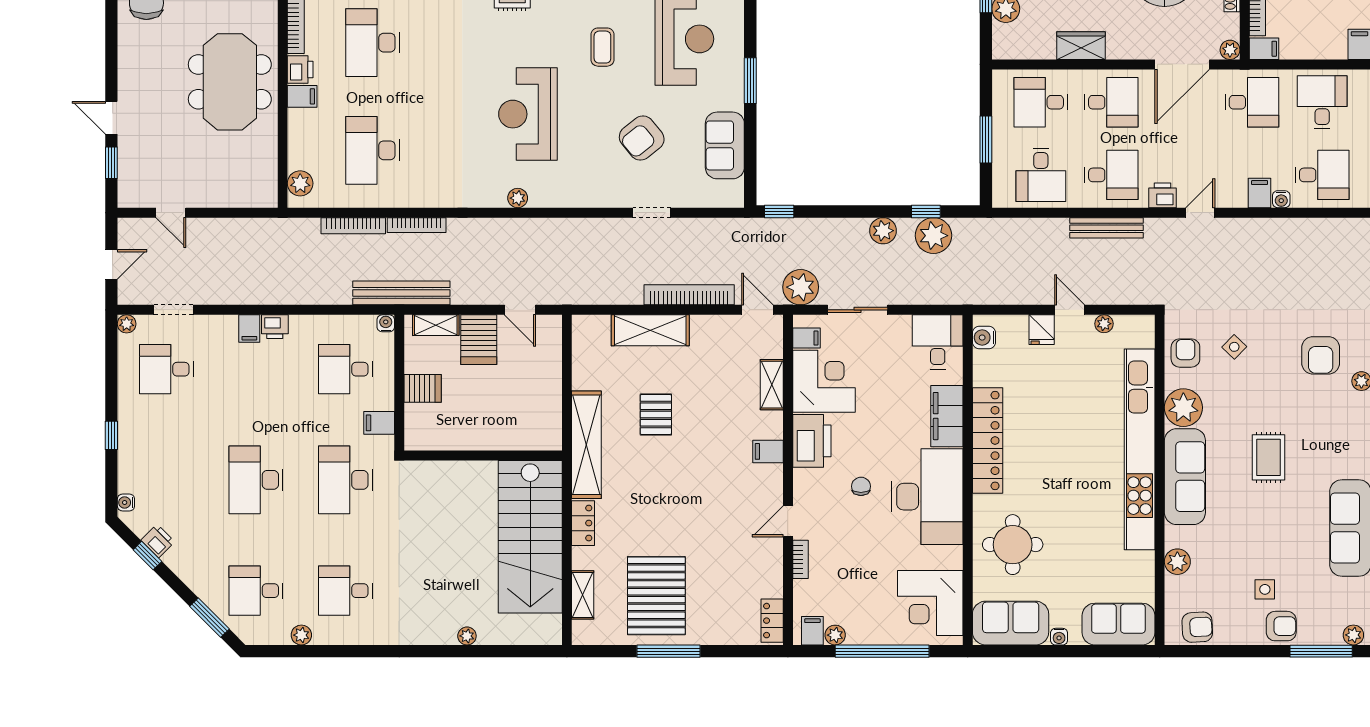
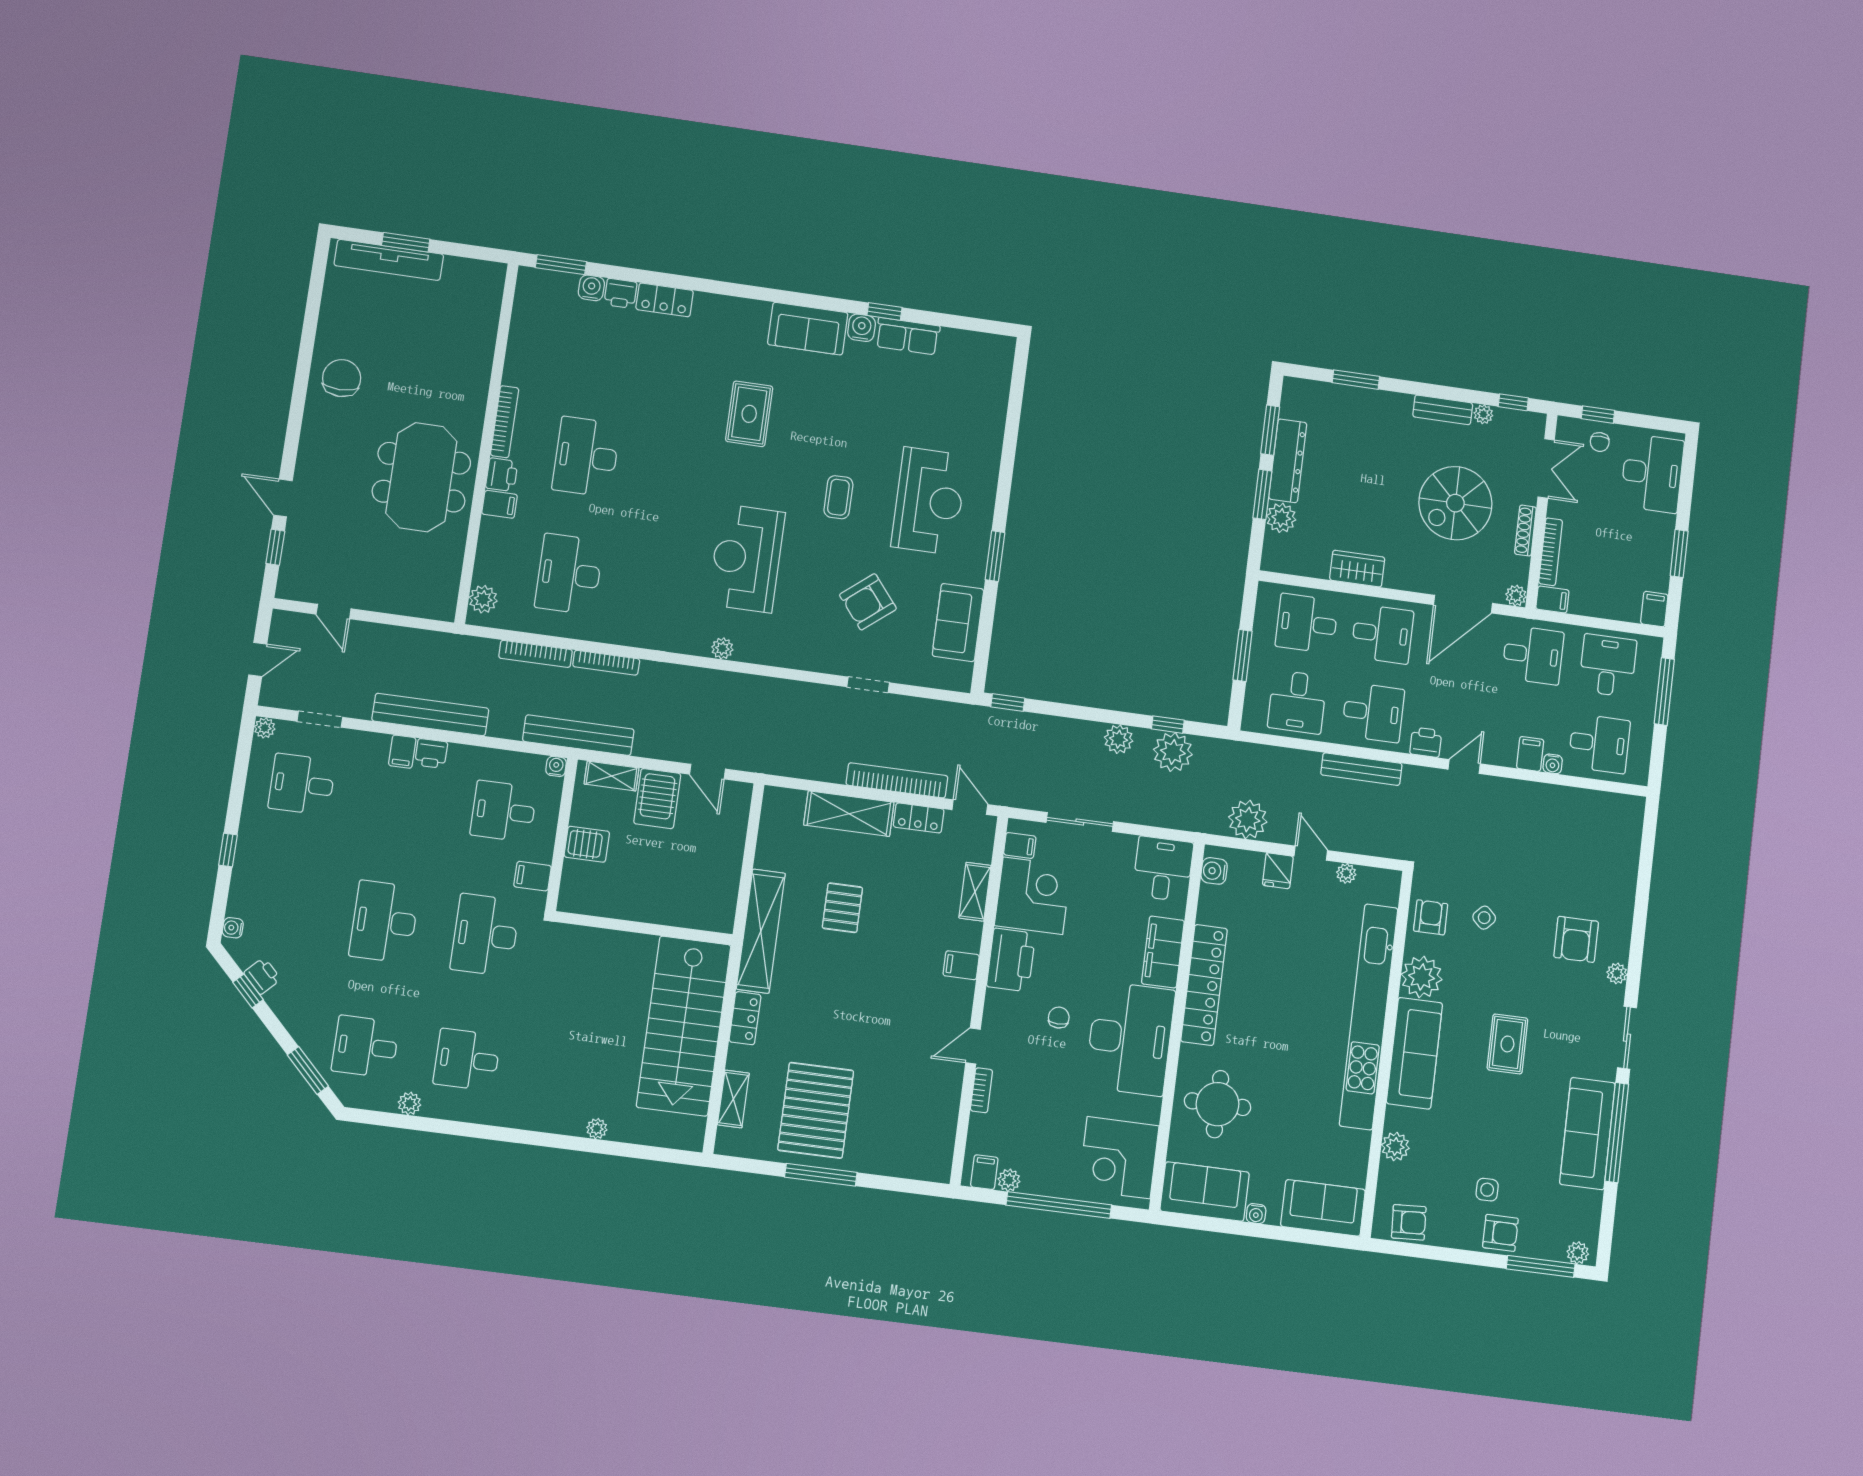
plant: (801, 287) -> (1248, 819), moved
bench: (269, 292) -> (430, 715), added
locker: (772, 621) -> (919, 818), moved, turned -90

